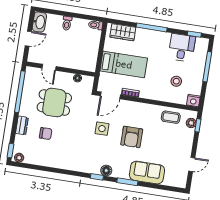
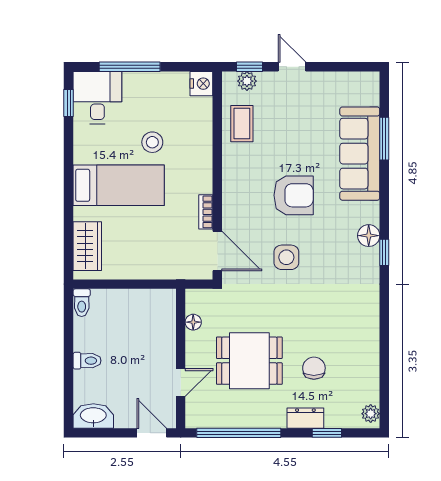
window: (152, 27) -> (69, 190), removed
door: (28, 39) -> (152, 433), moved
desk: (182, 48) -> (97, 98), moved, turned 90
bed: (124, 64) -> (119, 185), moved, turned 90
stool: (176, 81) -> (152, 142), moved
dining table: (54, 103) -> (249, 361), turned 90
window: (11, 151) -> (327, 433), moved
door: (192, 164) -> (292, 67), moved
sofa: (147, 173) -> (360, 154), width x1.36
window: (127, 182) -> (384, 139), moved

